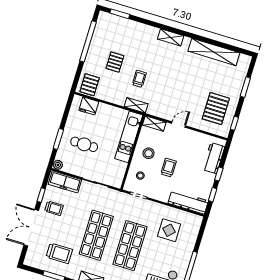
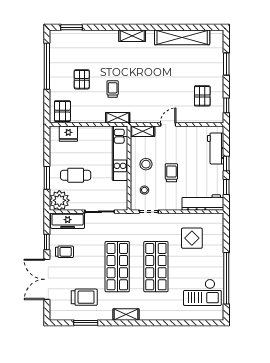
pallet: (216, 109) -> (202, 96), width x0.67, depth x0.71
plant: (58, 165) -> (59, 200), width x1.88, depth x1.88

